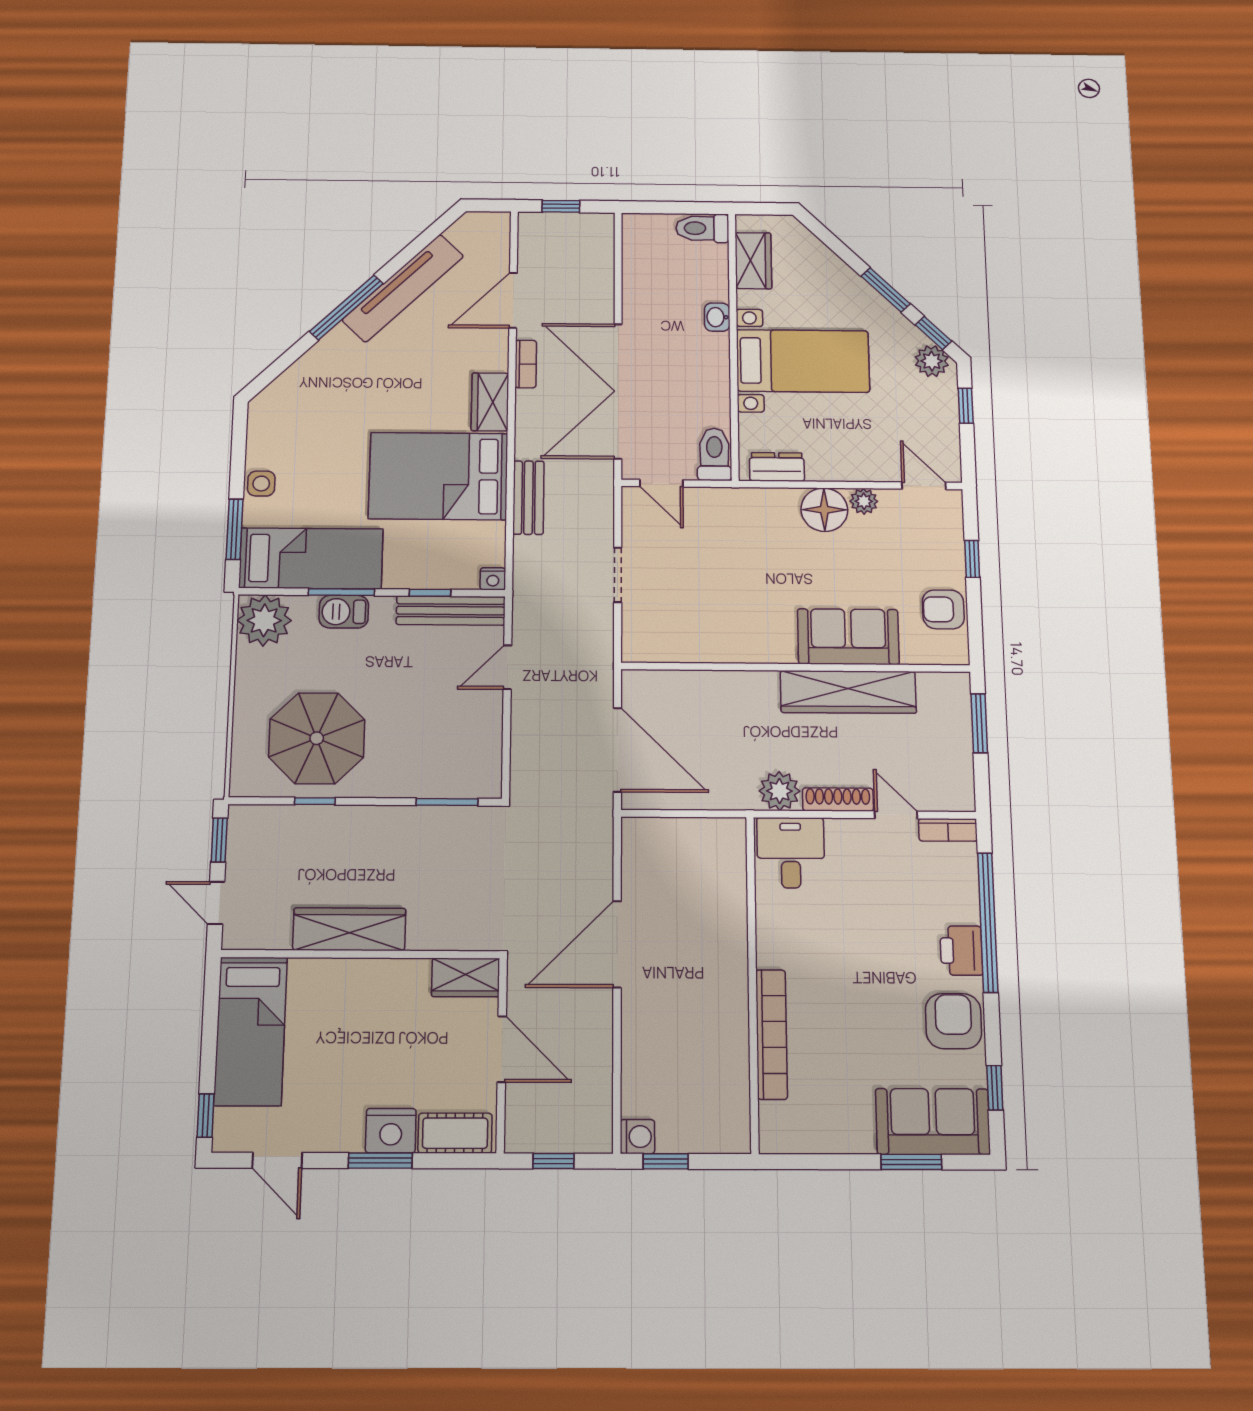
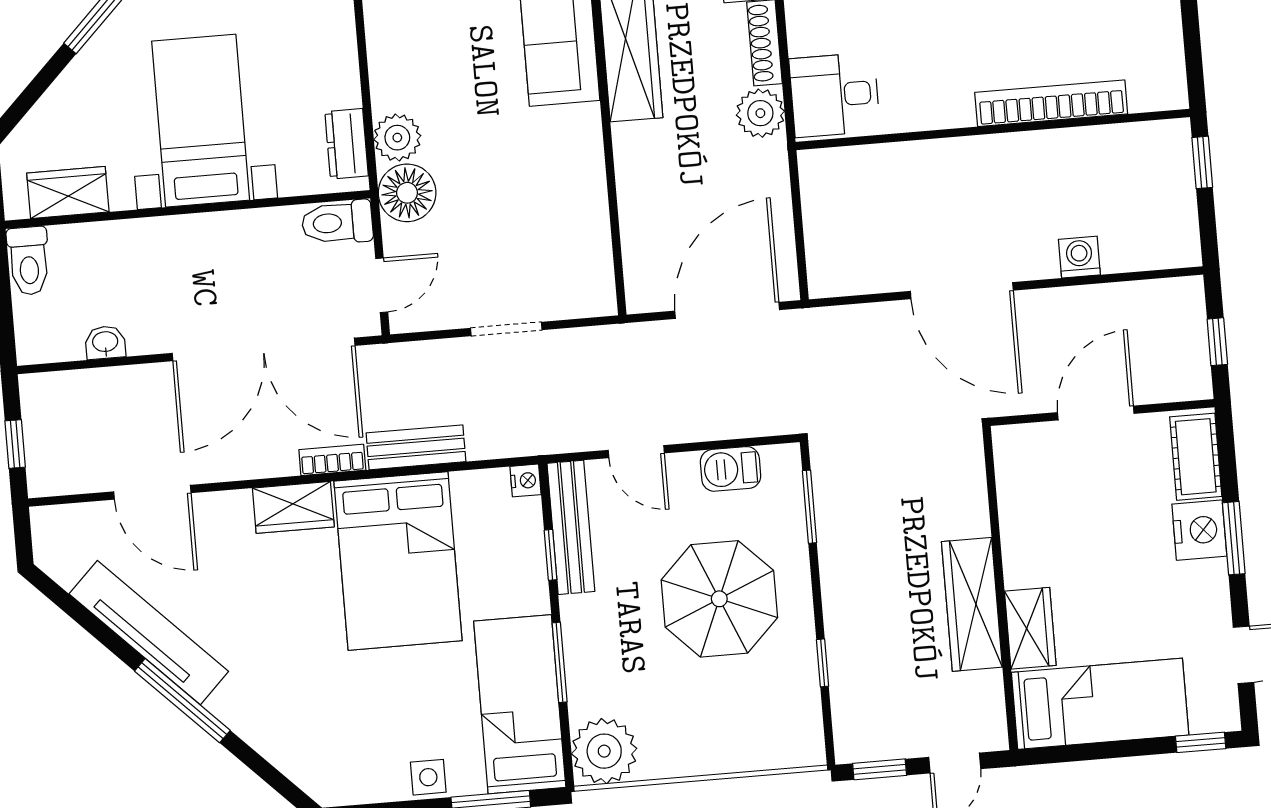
washbasin: (717, 317) -> (105, 343), moved, turned 180
bookcase: (526, 364) -> (332, 460), moved
plant: (864, 501) -> (397, 138), moved, width x1.38, depth x1.38
floor lamp: (824, 510) -> (407, 193), moved
barbecue: (344, 612) -> (731, 469), moved, turned 90
parasol: (317, 738) -> (719, 599), moved
wardrobe: (466, 977) -> (1030, 628), moved
washing machine: (637, 1137) -> (1079, 257), moved
window: (666, 1161) -> (1202, 162), moved

